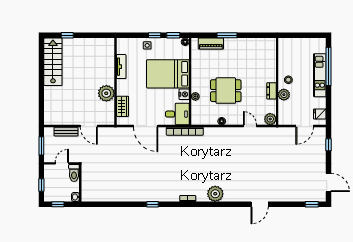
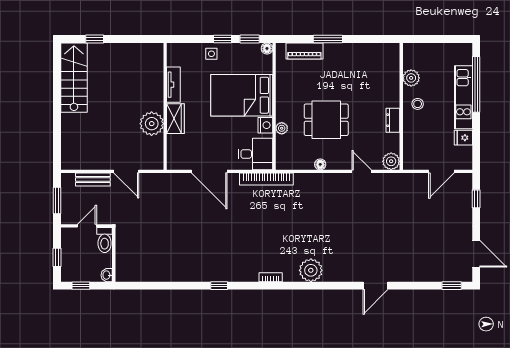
plant: (284, 95) -> (411, 78), moved
wardrobe: (122, 106) -> (175, 119), moved
fridge: (320, 114) -> (463, 138), moved

